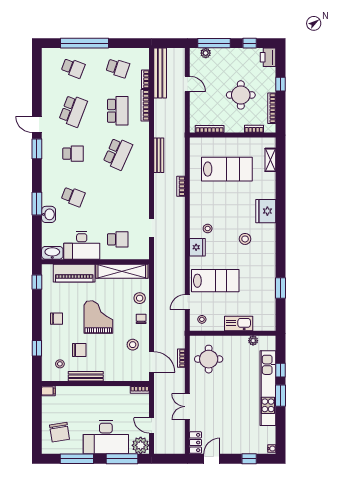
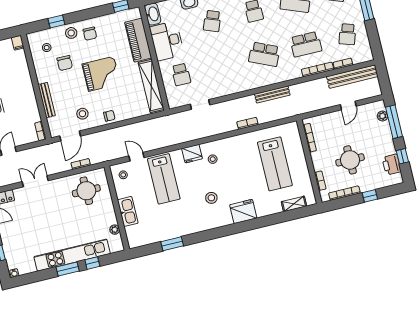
printer: (268, 57) -> (392, 165), moved, turned -90
stool: (140, 298) -> (71, 33), moved
bench: (86, 376) -> (47, 100), moved

